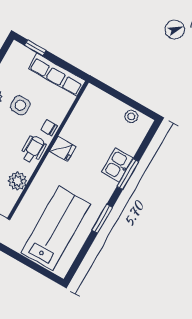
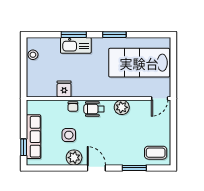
row of seats: (57, 75) -> (33, 137), moved
fridge: (63, 149) -> (64, 89), moved
kitchen sink: (117, 165) -> (76, 45), width x1.38

